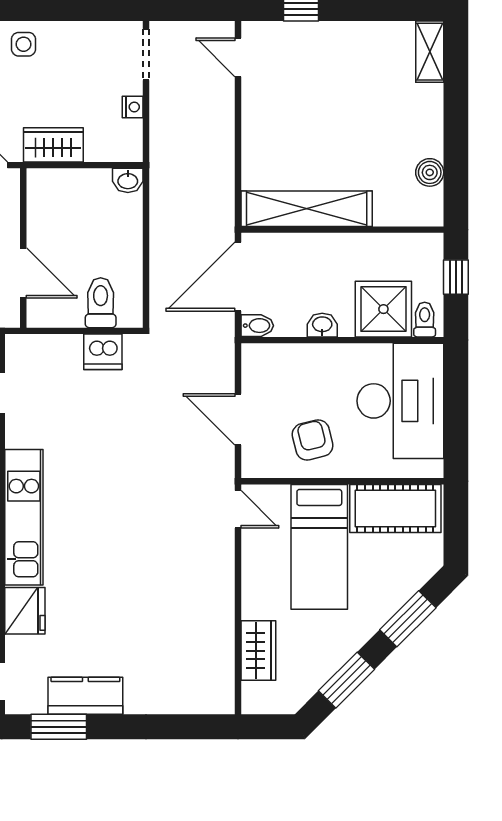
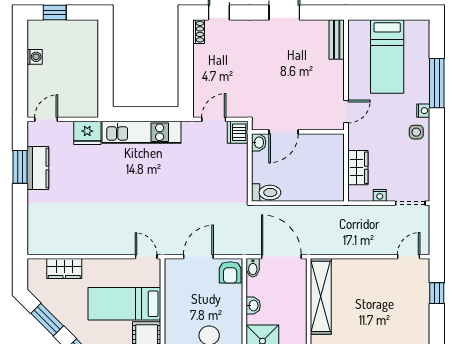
wardrobe: (53, 145) -> (358, 168), moved
washbasin: (128, 180) -> (259, 142), moved, turned 180
toilet: (101, 303) -> (266, 193), moved
dishwasher: (103, 352) -> (238, 132), moved
armchair: (313, 440) -> (230, 272), moved, turned 104
door: (238, 509) -> (146, 257), swing flipped
window: (59, 727) -> (20, 167), moved

